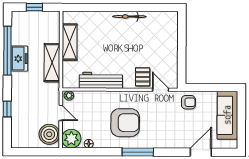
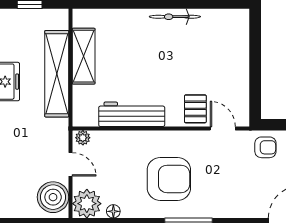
shelving: (52, 63) -> (57, 74), width x1.47

